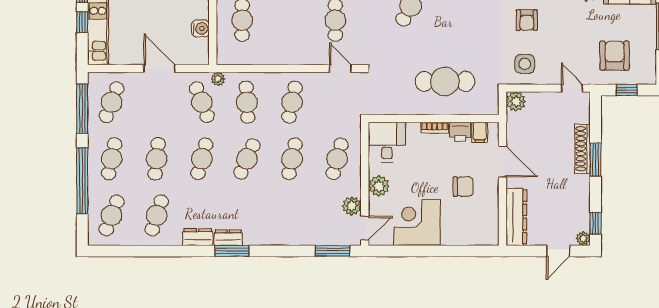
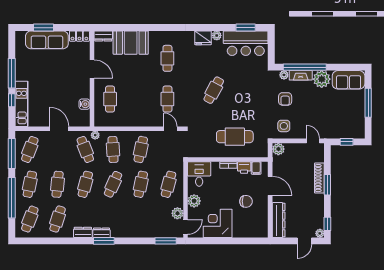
armchair: (615, 56) -> (339, 121), removed

